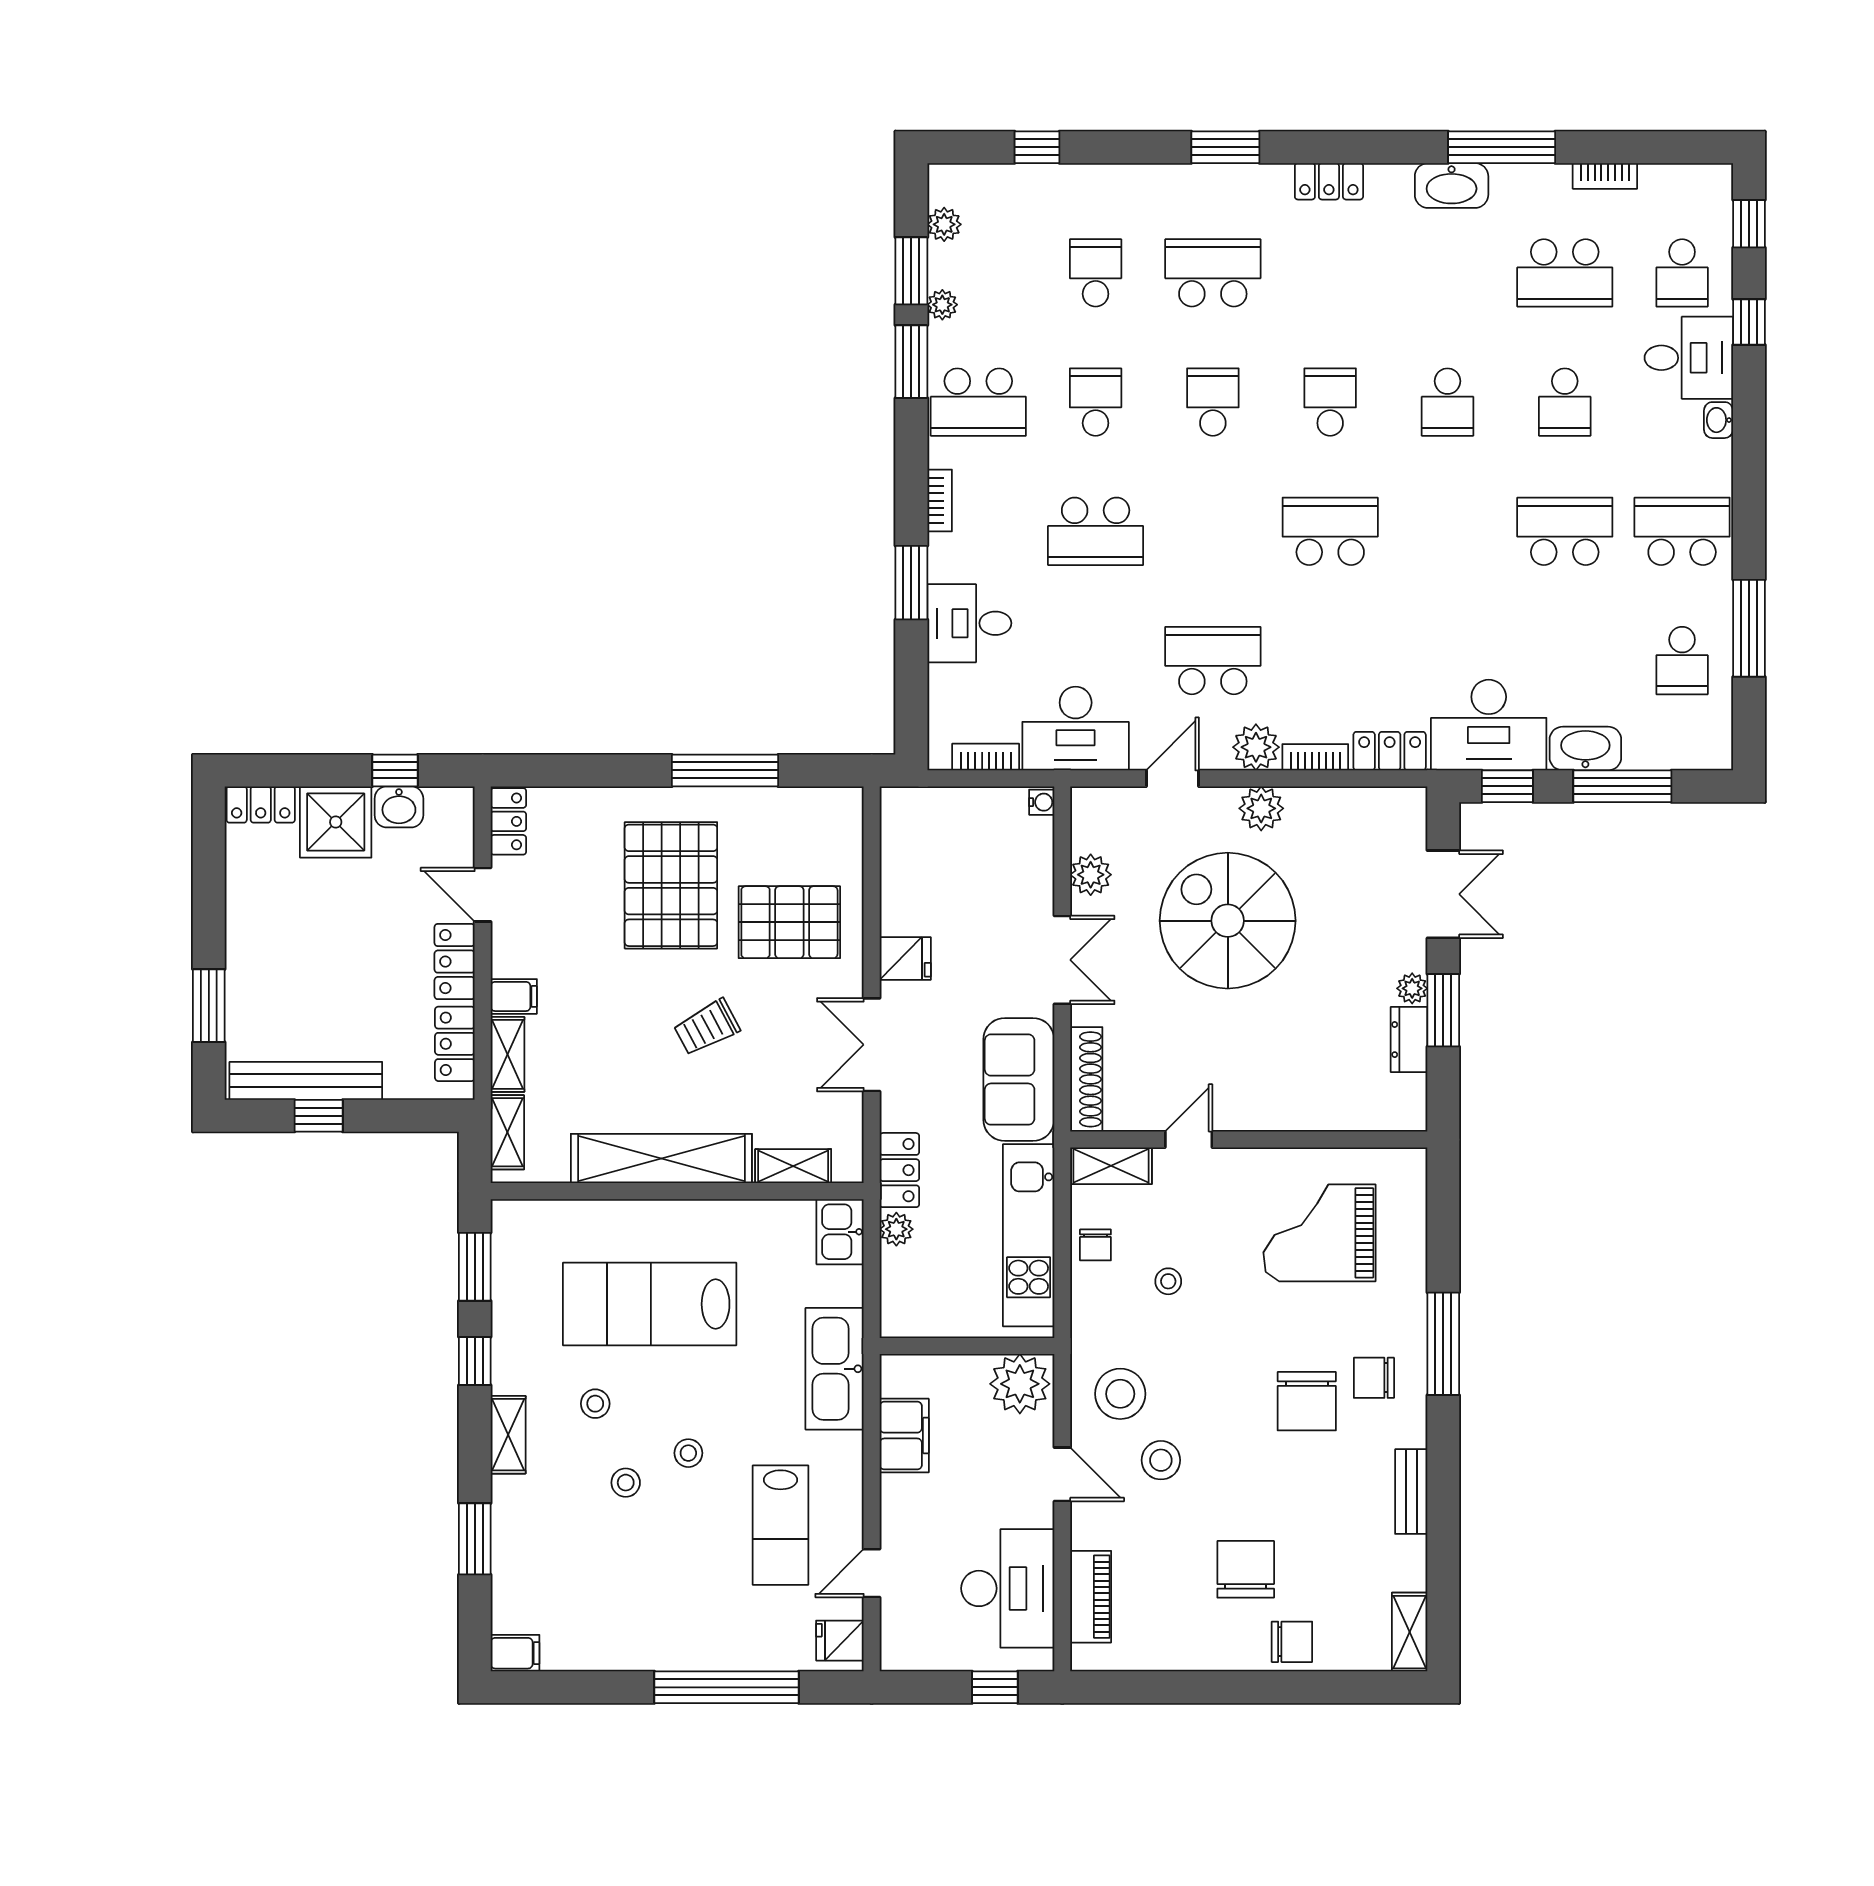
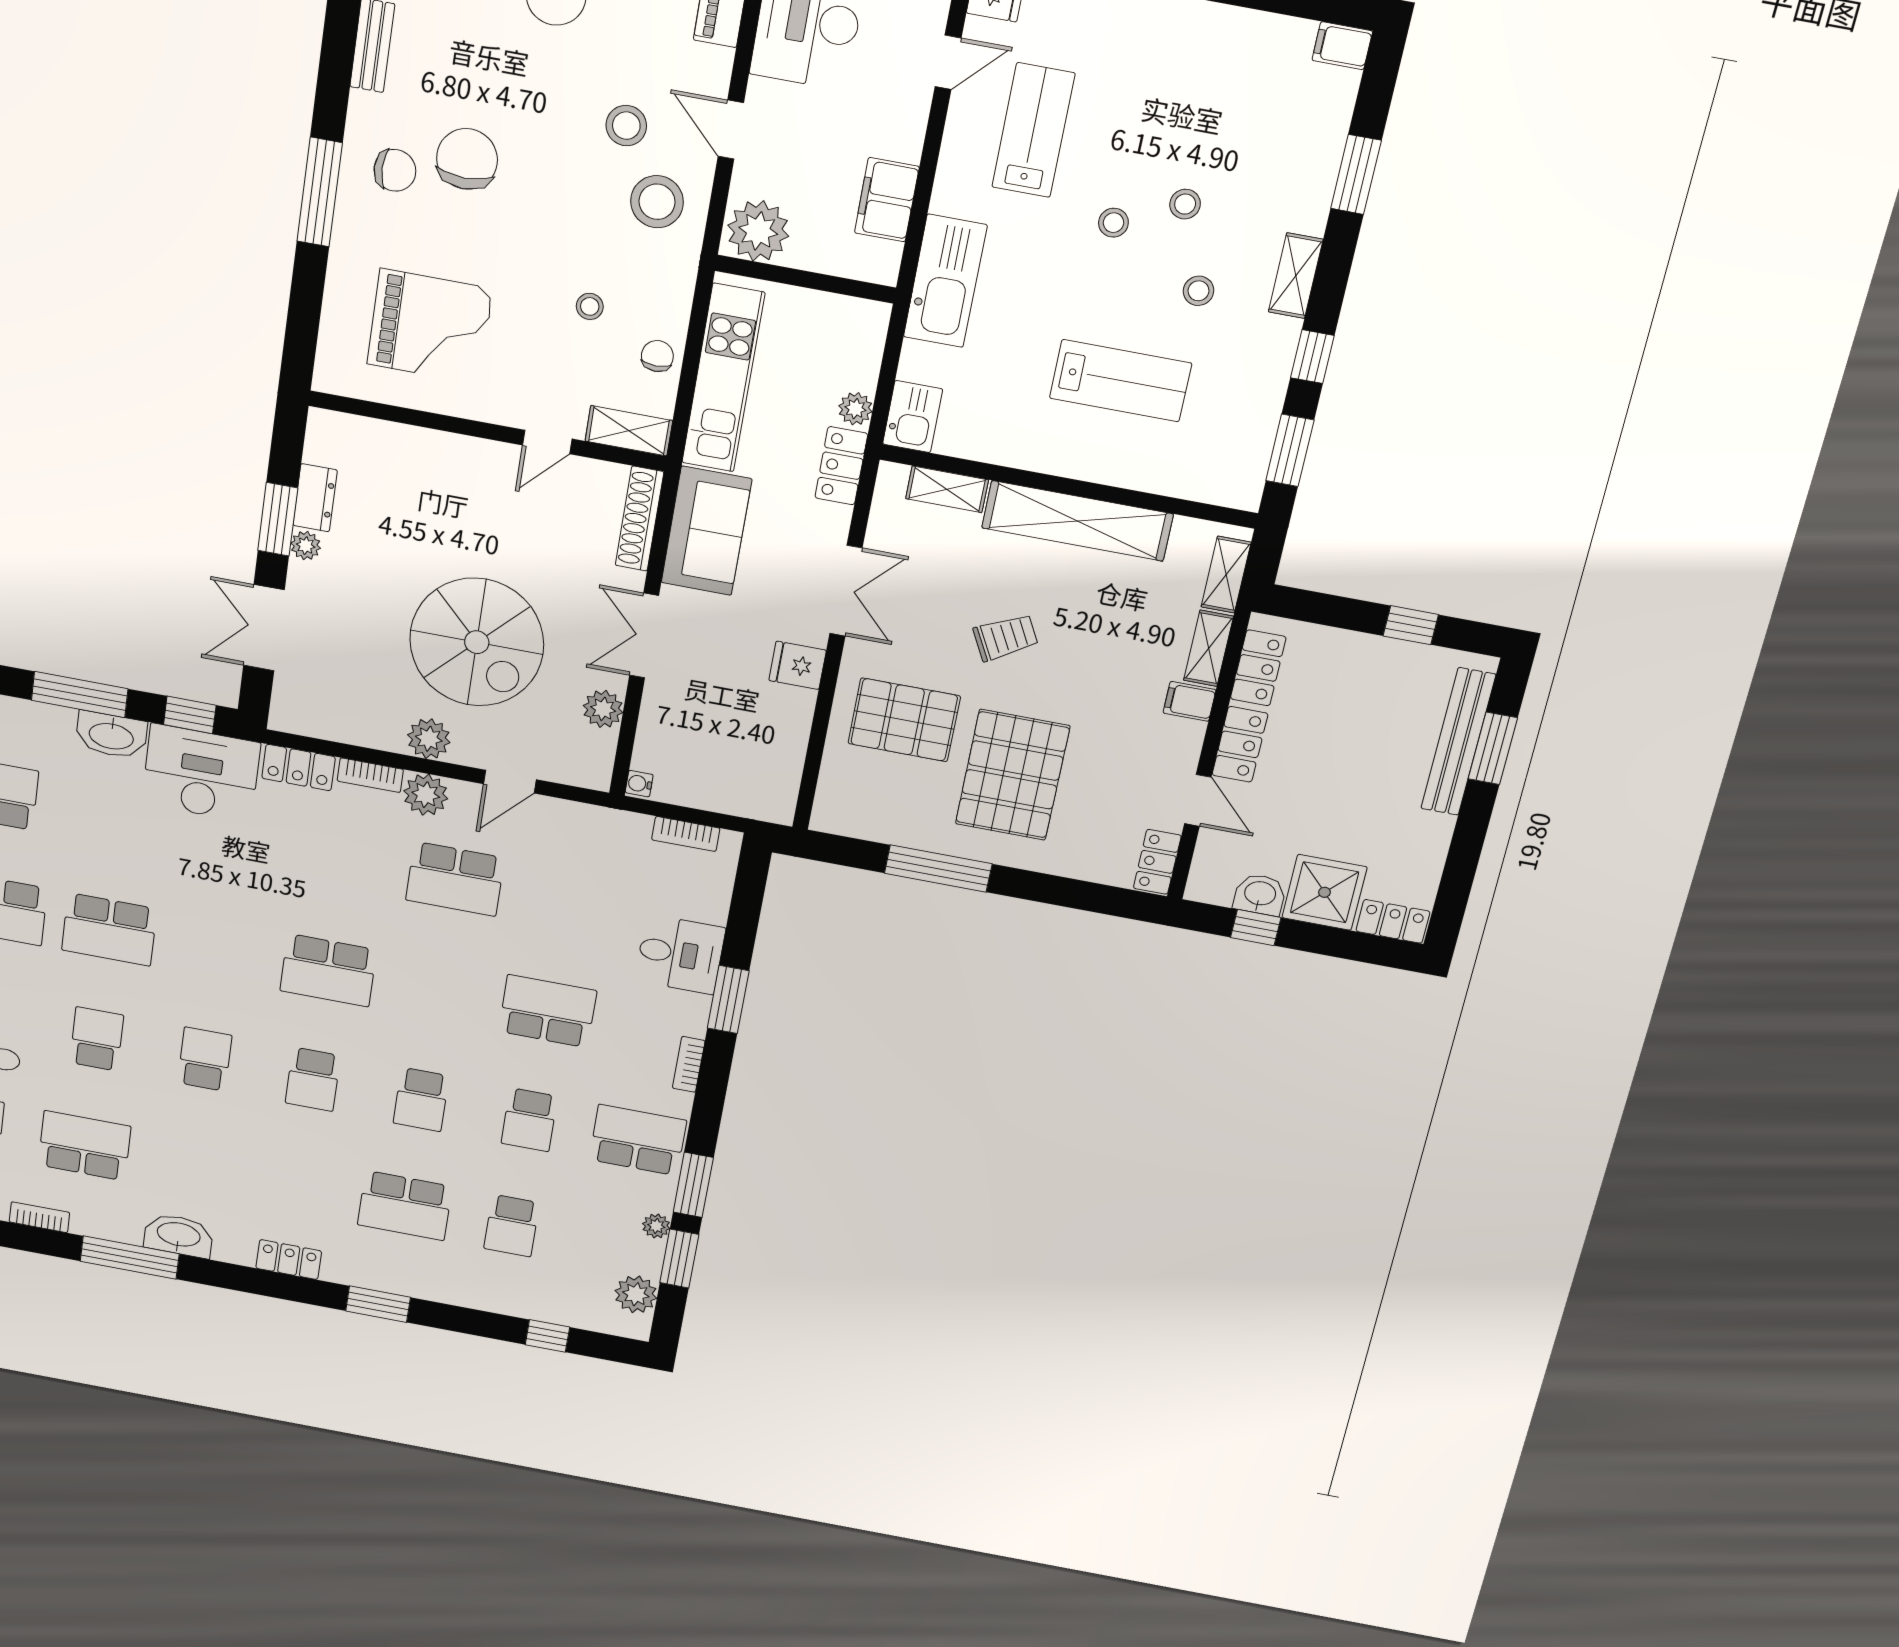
plant: (944, 224) -> (636, 1294), width x1.38, depth x1.38
desk: (1076, 729) -> (595, 843), removed
bench: (306, 1081) -> (1458, 742), moved, turned 90
lab bench: (650, 1304) -> (1121, 381), width x0.73, depth x0.72

